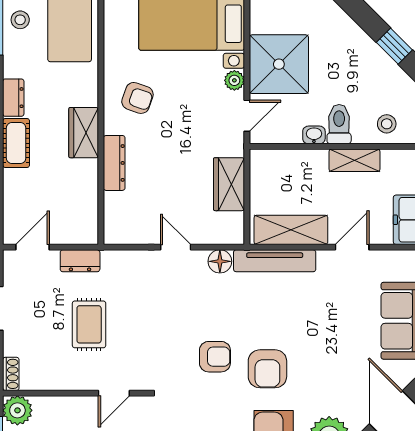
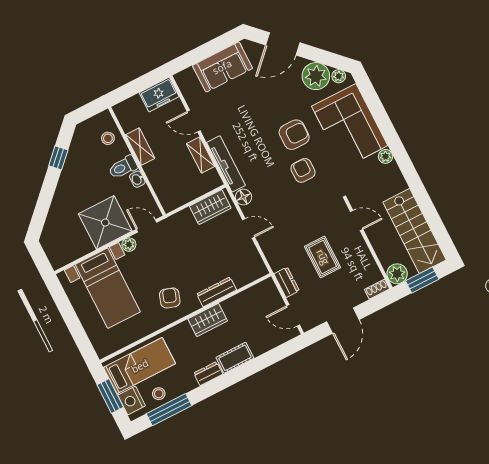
wardrobe: (229, 184) -> (210, 207), moved
shelving: (291, 230) -> (201, 155), width x0.67, depth x0.75
door: (176, 247) -> (249, 228), swing flipped
rug: (89, 324) -> (323, 257), turned 90

